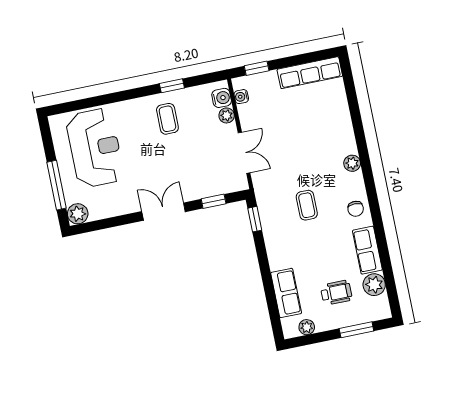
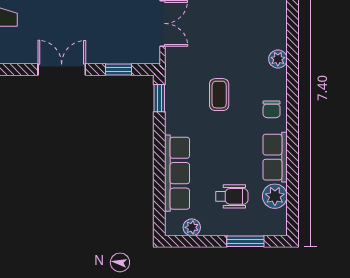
row of seats: (286, 293) -> (177, 173), width x1.48

